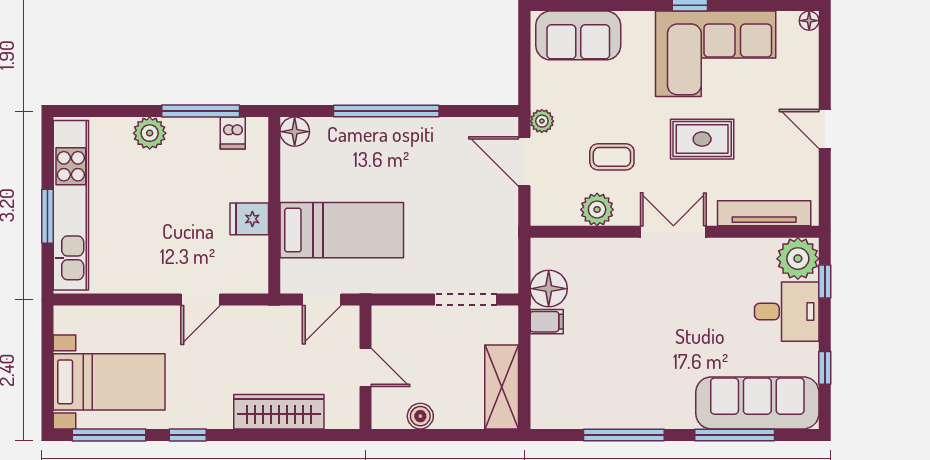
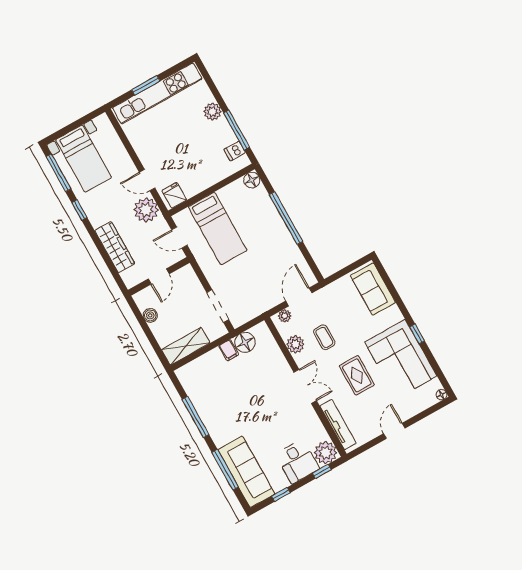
plant: (542, 121) -> (285, 316), moved
fridge: (249, 219) -> (174, 195), moved
plant: (247, 328) -> (146, 210), added

